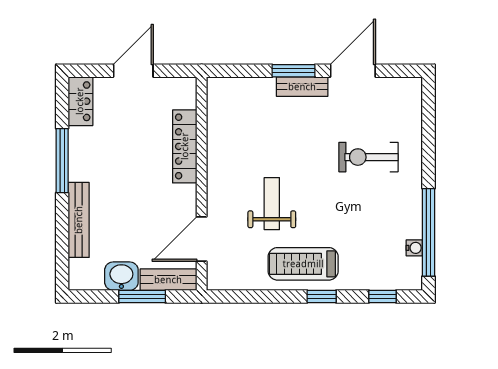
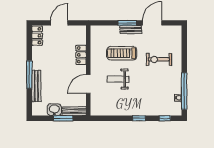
locker: (185, 146) -> (81, 55), width x0.66
window: (62, 161) -> (29, 75), moved
weight bench: (272, 204) -> (118, 79), turned -90
door: (202, 239) -> (88, 84), moved
treadmill: (303, 264) -> (122, 53), moved

